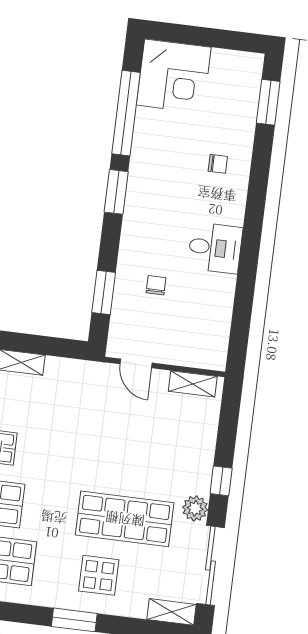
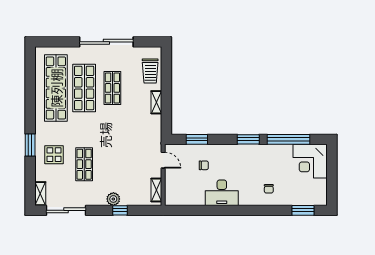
desk: (215, 248) -> (222, 193), width x1.37
door: (136, 363) -> (163, 160), swing flipped
window: (221, 481) -> (120, 210), moved
plant: (195, 508) -> (113, 199), moved
shop shelf: (125, 519) -> (84, 164), width x0.70, depth x0.74

